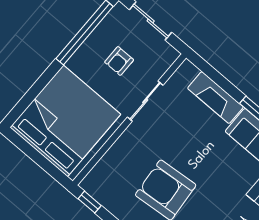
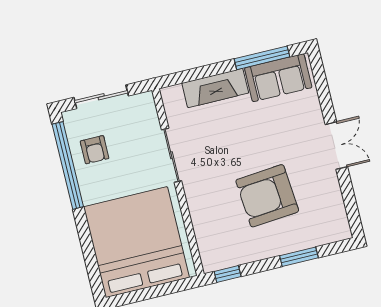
armchair: (119, 61) -> (95, 150), moved

